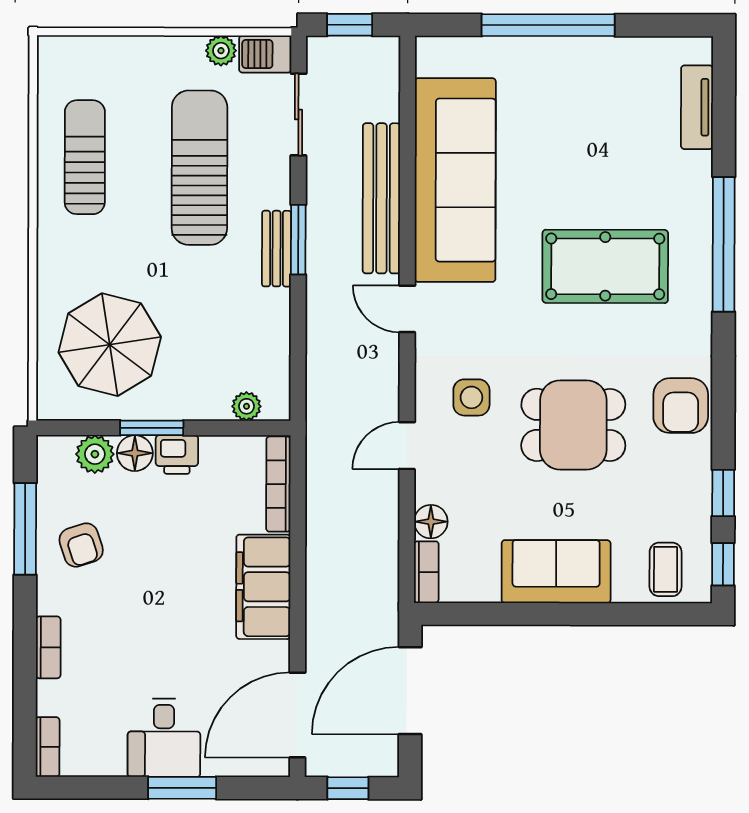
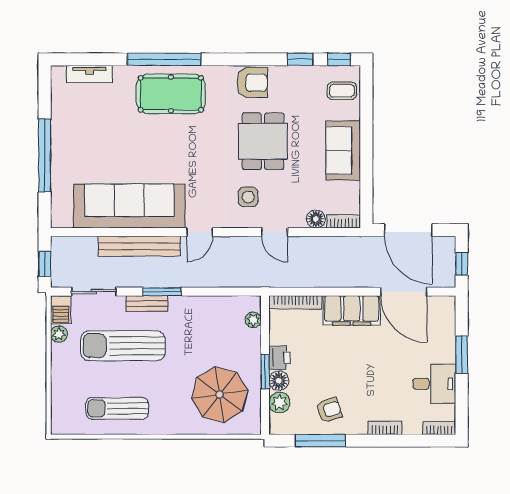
bench: (277, 249) -> (147, 304), moved
pool table: (605, 266) -> (171, 94), moved, turned 90
door: (297, 715) -> (404, 292), moved
desk: (164, 738) -> (434, 384), moved

